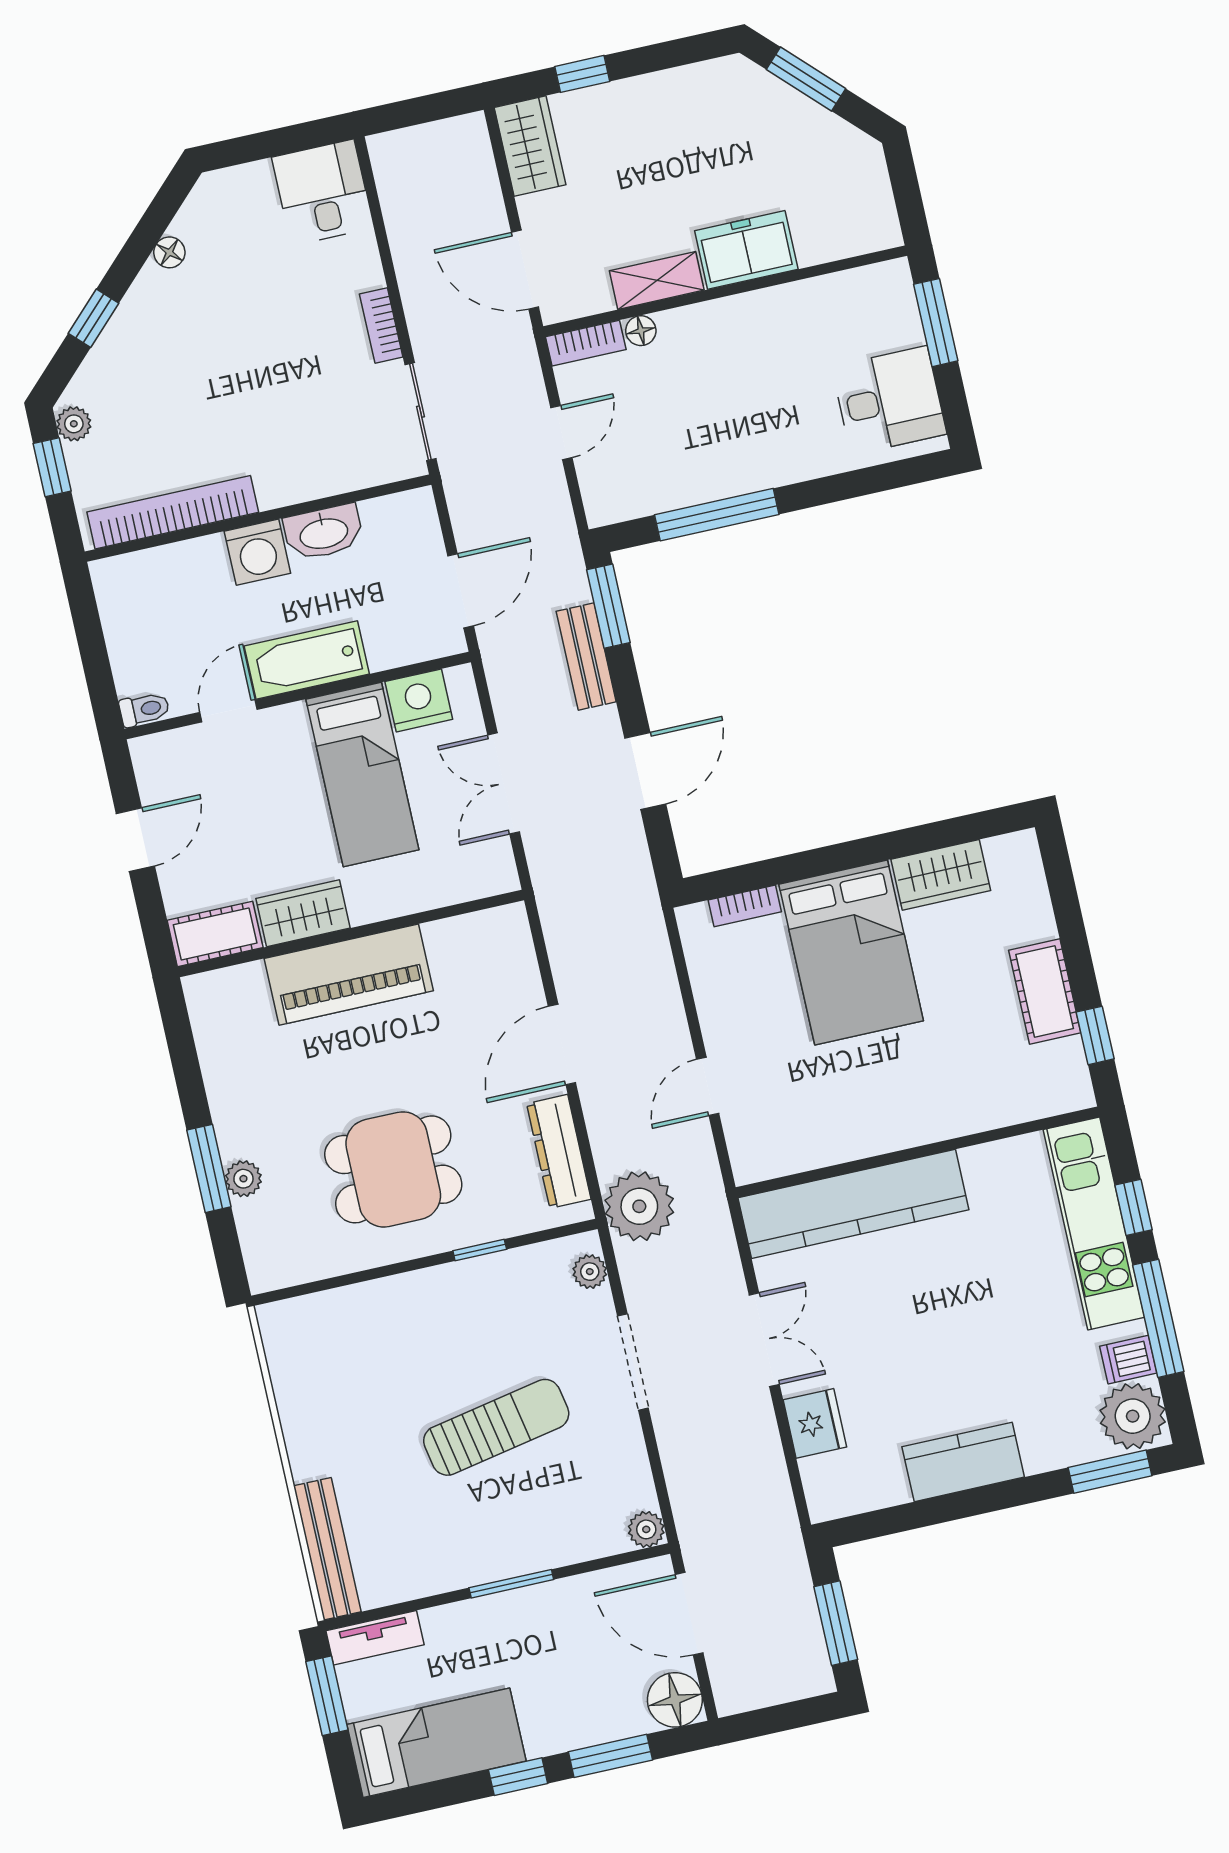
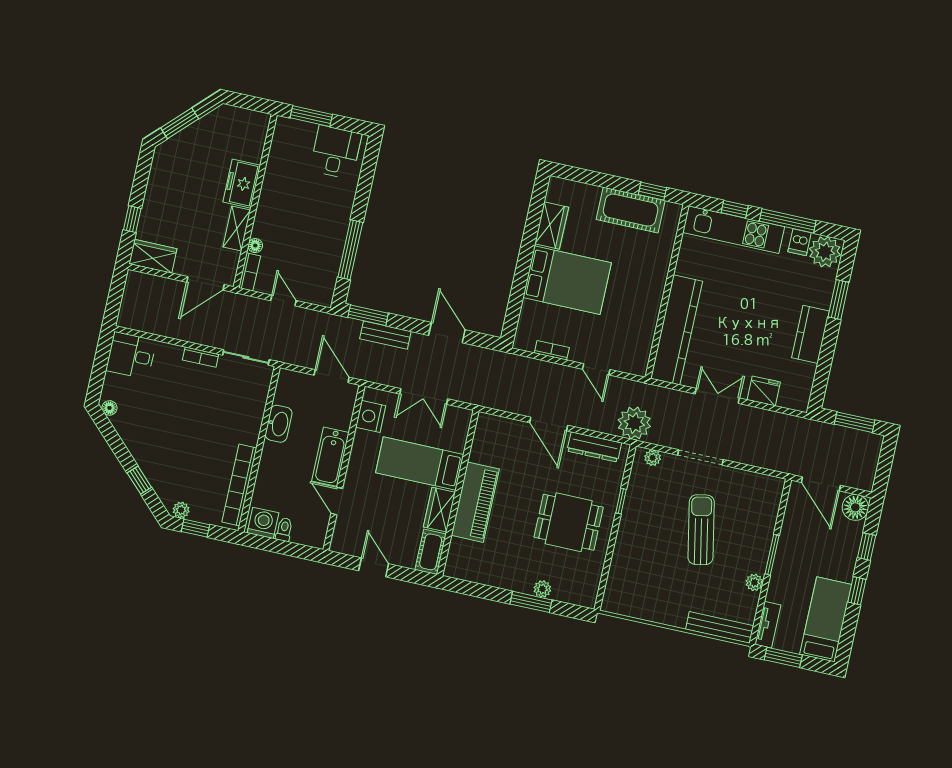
floor lamp: (169, 252) -> (109, 408), moved
washing machine: (257, 552) -> (263, 523), moved, turned -90
toilet: (144, 709) -> (284, 529), moved
bed: (362, 775) -> (420, 464), moved, turned 180
bookcase: (745, 906) -> (552, 350), moved, turned -90
cot: (1045, 991) -> (631, 210), width x1.37, depth x1.34
dining table: (393, 1169) -> (569, 522), turned 90
window: (1110, 1472) -> (838, 300), moved
plant: (646, 1529) -> (754, 582), moved
door: (689, 1614) -> (821, 484), hinge flipped
window: (610, 1756) -> (867, 547), width x0.67

